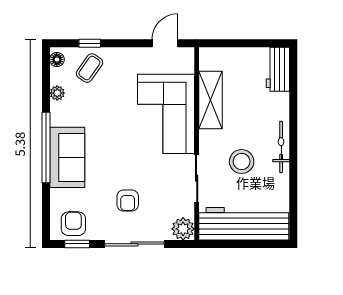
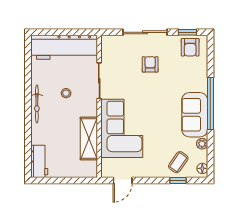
sofa: (67, 157) -> (195, 115), moved
stool: (242, 162) -> (66, 93), width x0.53, depth x0.53
plant: (183, 229) -> (109, 44), removed

